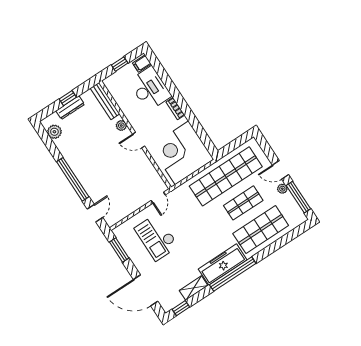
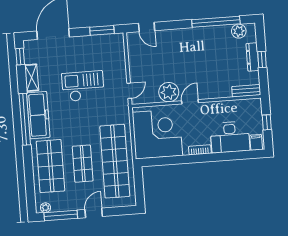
bench: (105, 101) -> (246, 91), width x0.73
plant: (121, 126) -> (169, 92), moved, width x1.88, depth x1.88
window: (73, 179) -> (216, 22), moved
plant: (282, 189) -> (45, 208), moved
door: (158, 198) -> (129, 91), swing flipped
checkout: (156, 237) -> (83, 86), moved

